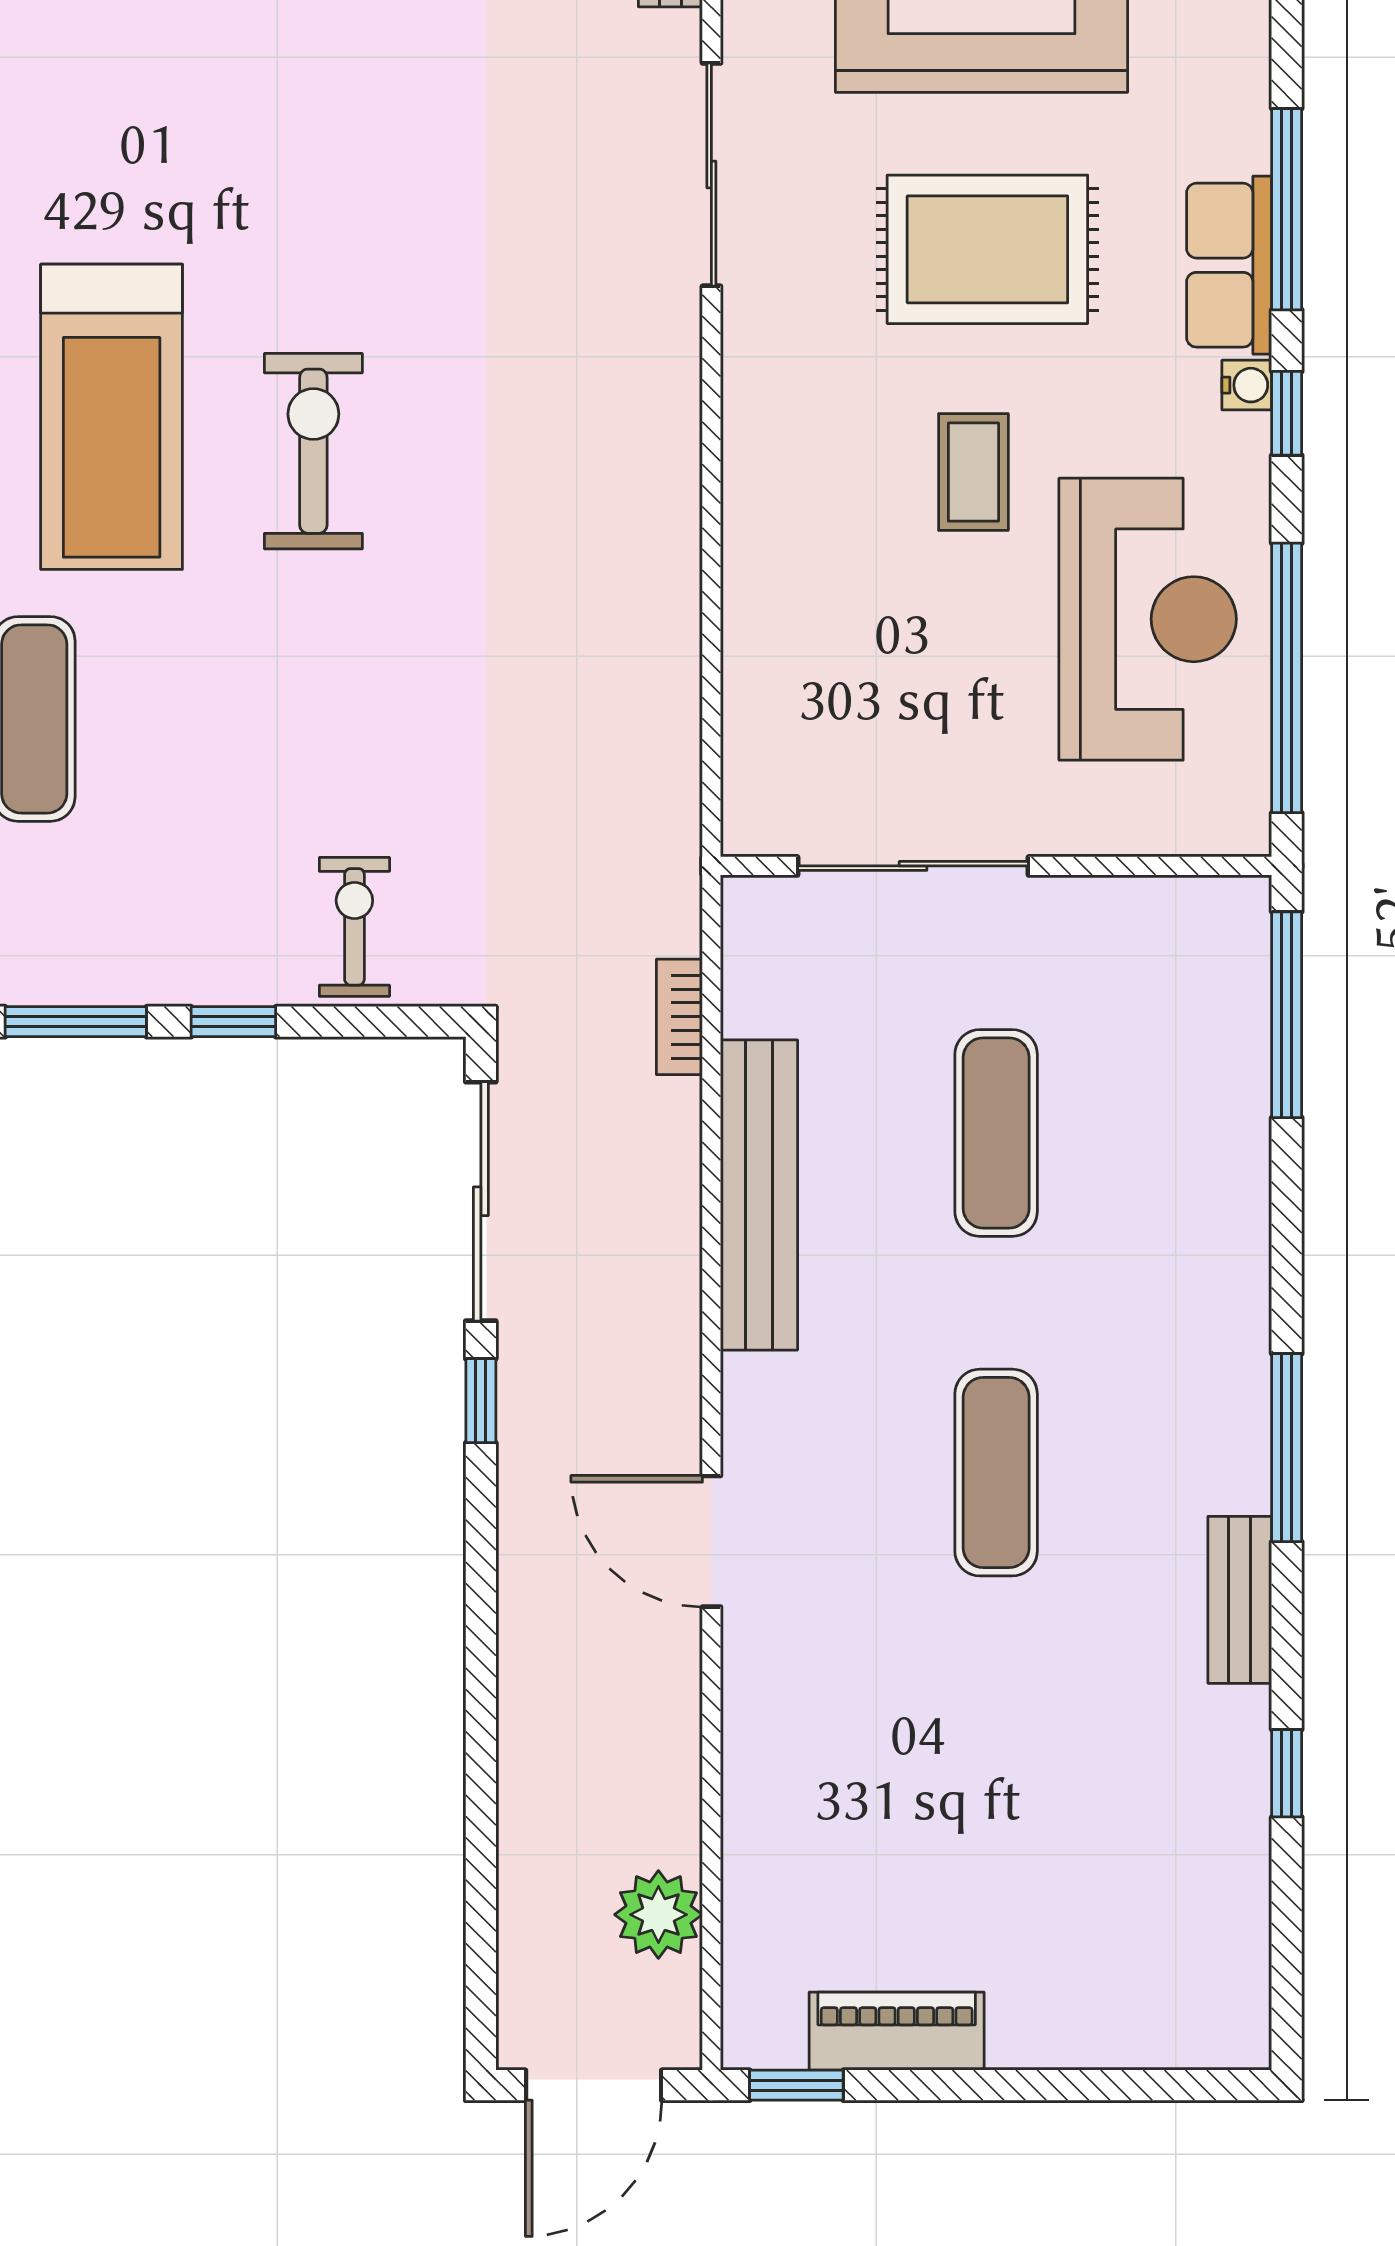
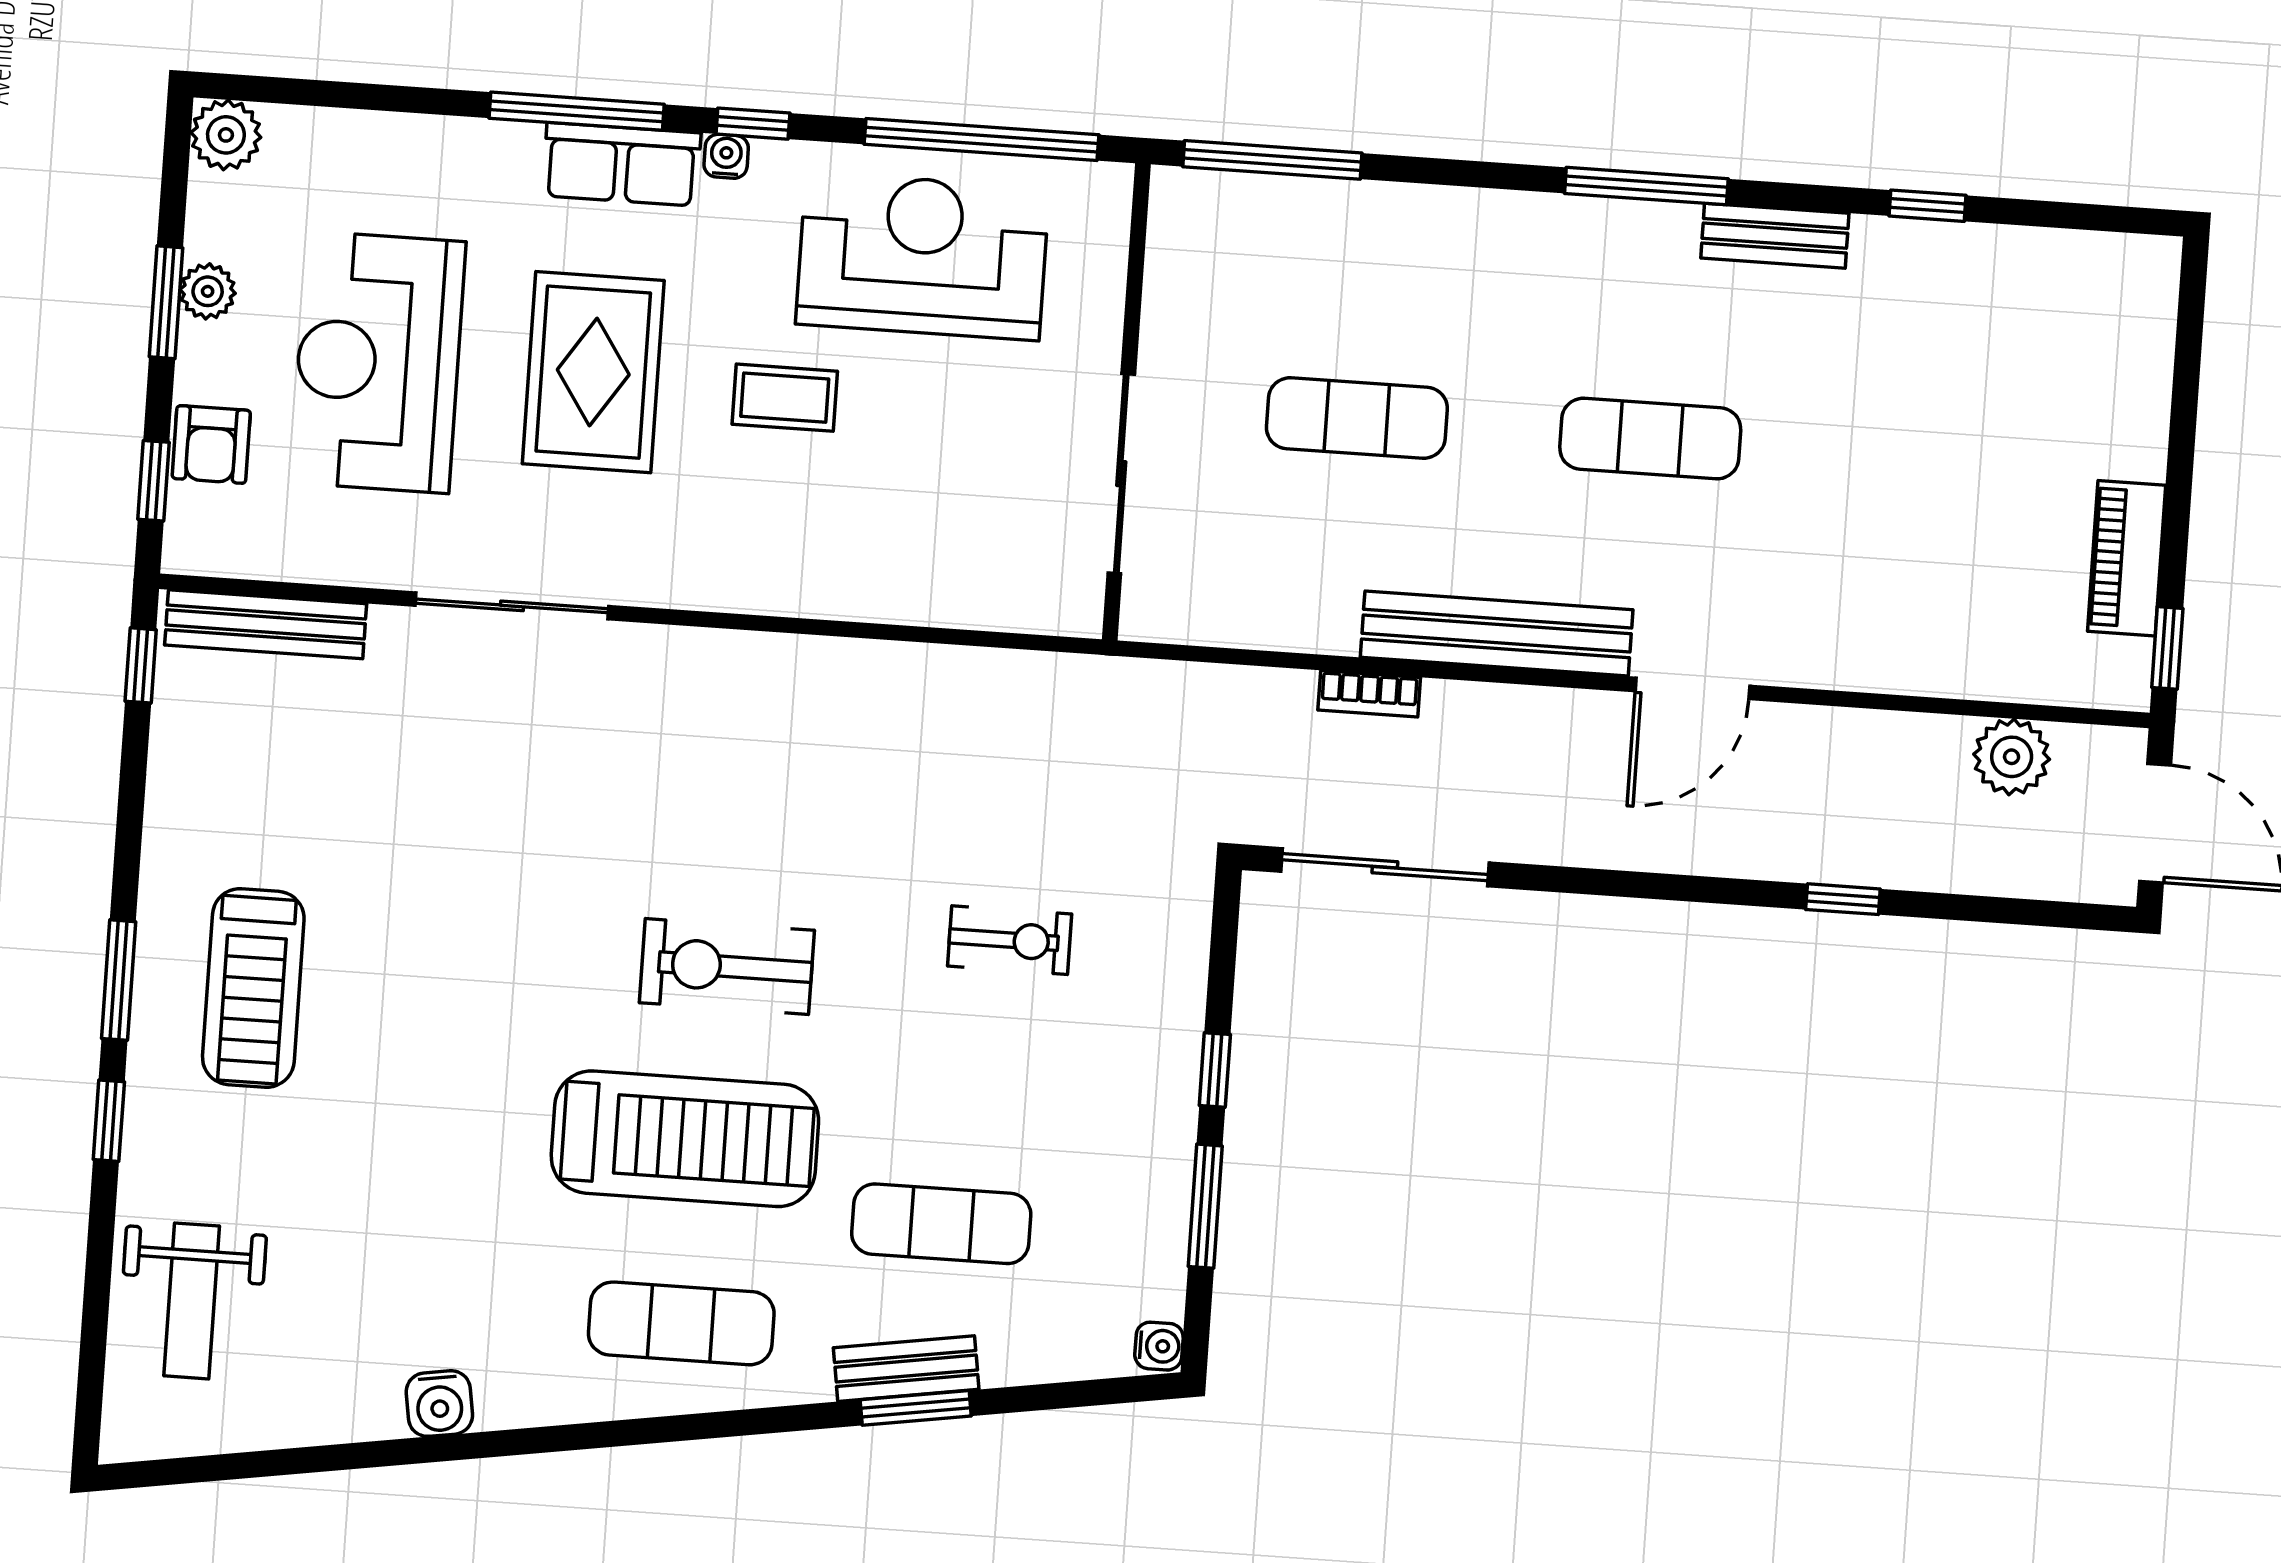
exercise bike: (354, 927) -> (1010, 940), moved, turned 180
bookcase: (679, 1017) -> (1369, 694), moved
bench: (759, 1195) -> (1497, 634), moved
window: (481, 1401) -> (1843, 899), moved

